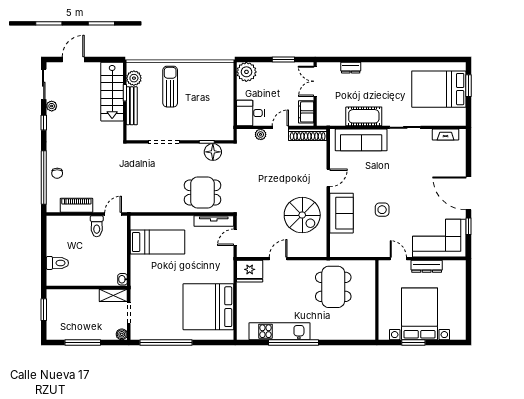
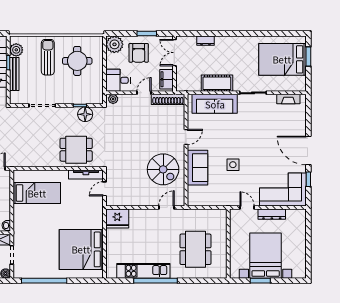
armchair: (274, 82) -> (139, 53), added
round table: (204, 91) -> (77, 61), added
plant: (261, 134) -> (113, 99), moved
door: (278, 259) -> (166, 207), moved
dining table: (333, 287) -> (195, 249), moved

